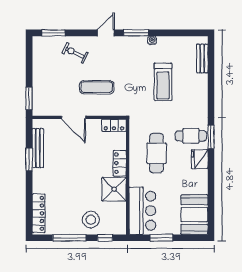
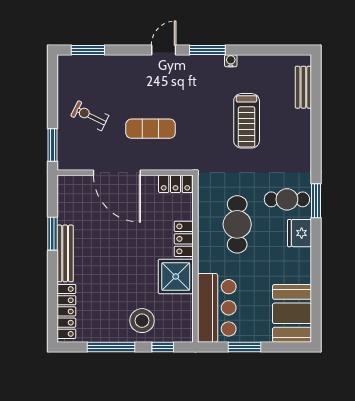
exercise bike: (75, 53) -> (90, 116), moved
door: (74, 117) -> (117, 173), width x1.36
bench: (38, 148) -> (65, 253), moved

